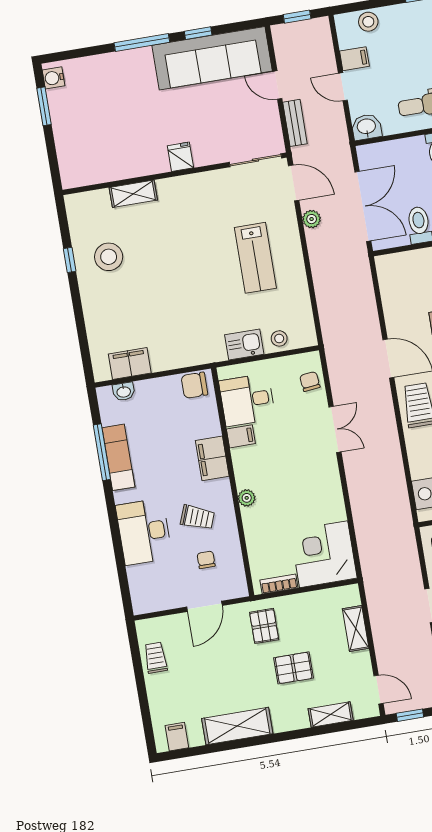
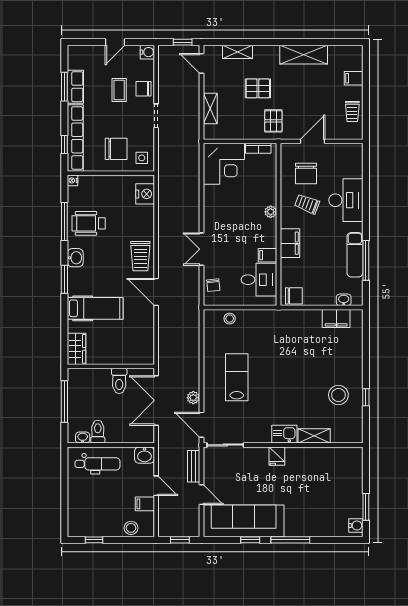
kitchen sink: (244, 345) -> (284, 434), moved, turned 180
chair: (206, 560) -> (306, 174), width x1.87, depth x1.87
filing cabinet: (177, 737) -> (354, 78), moved, turned 90

